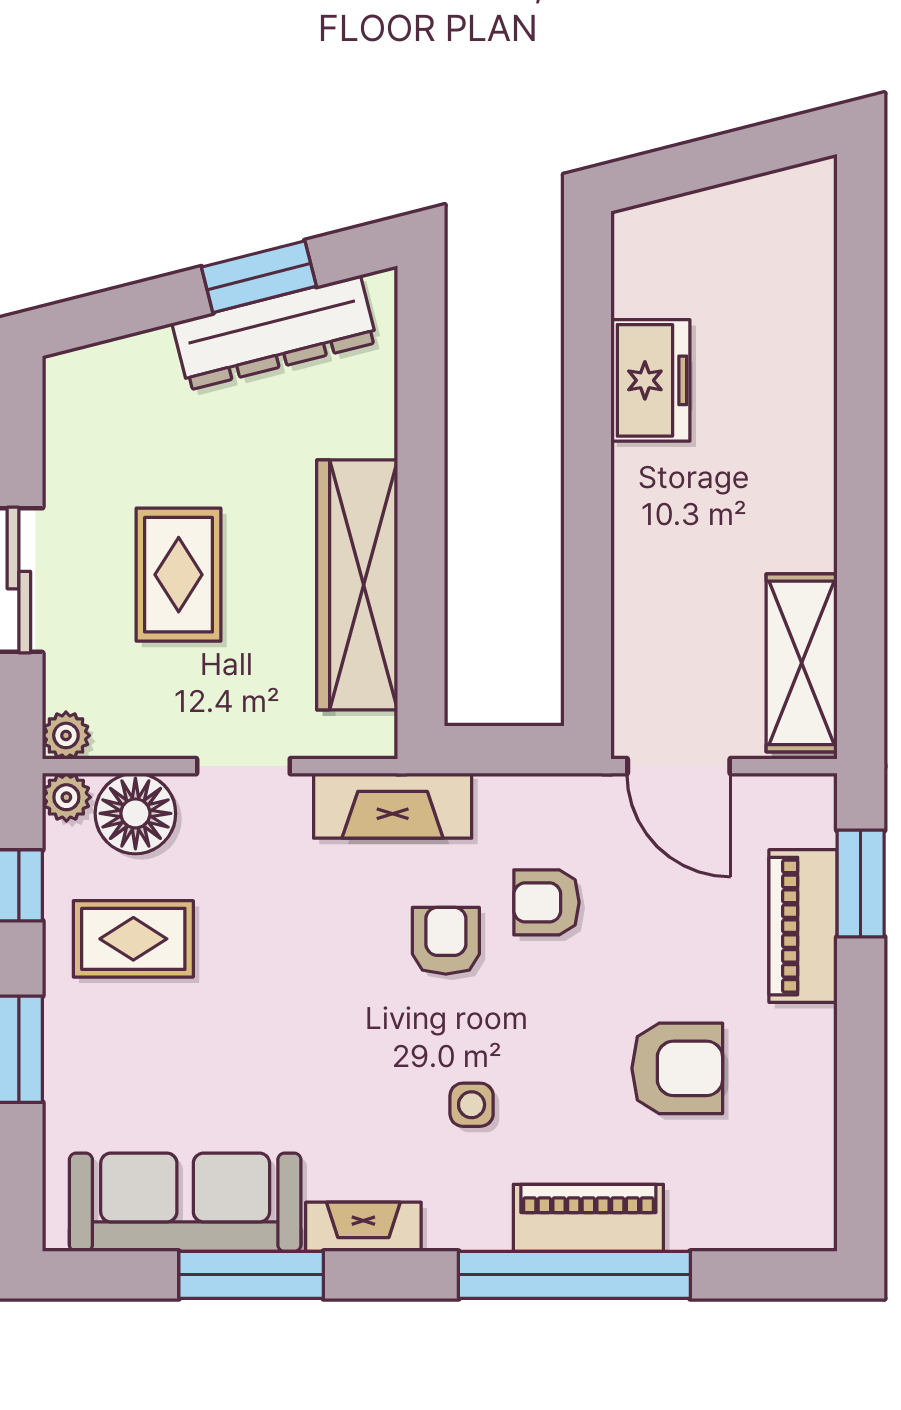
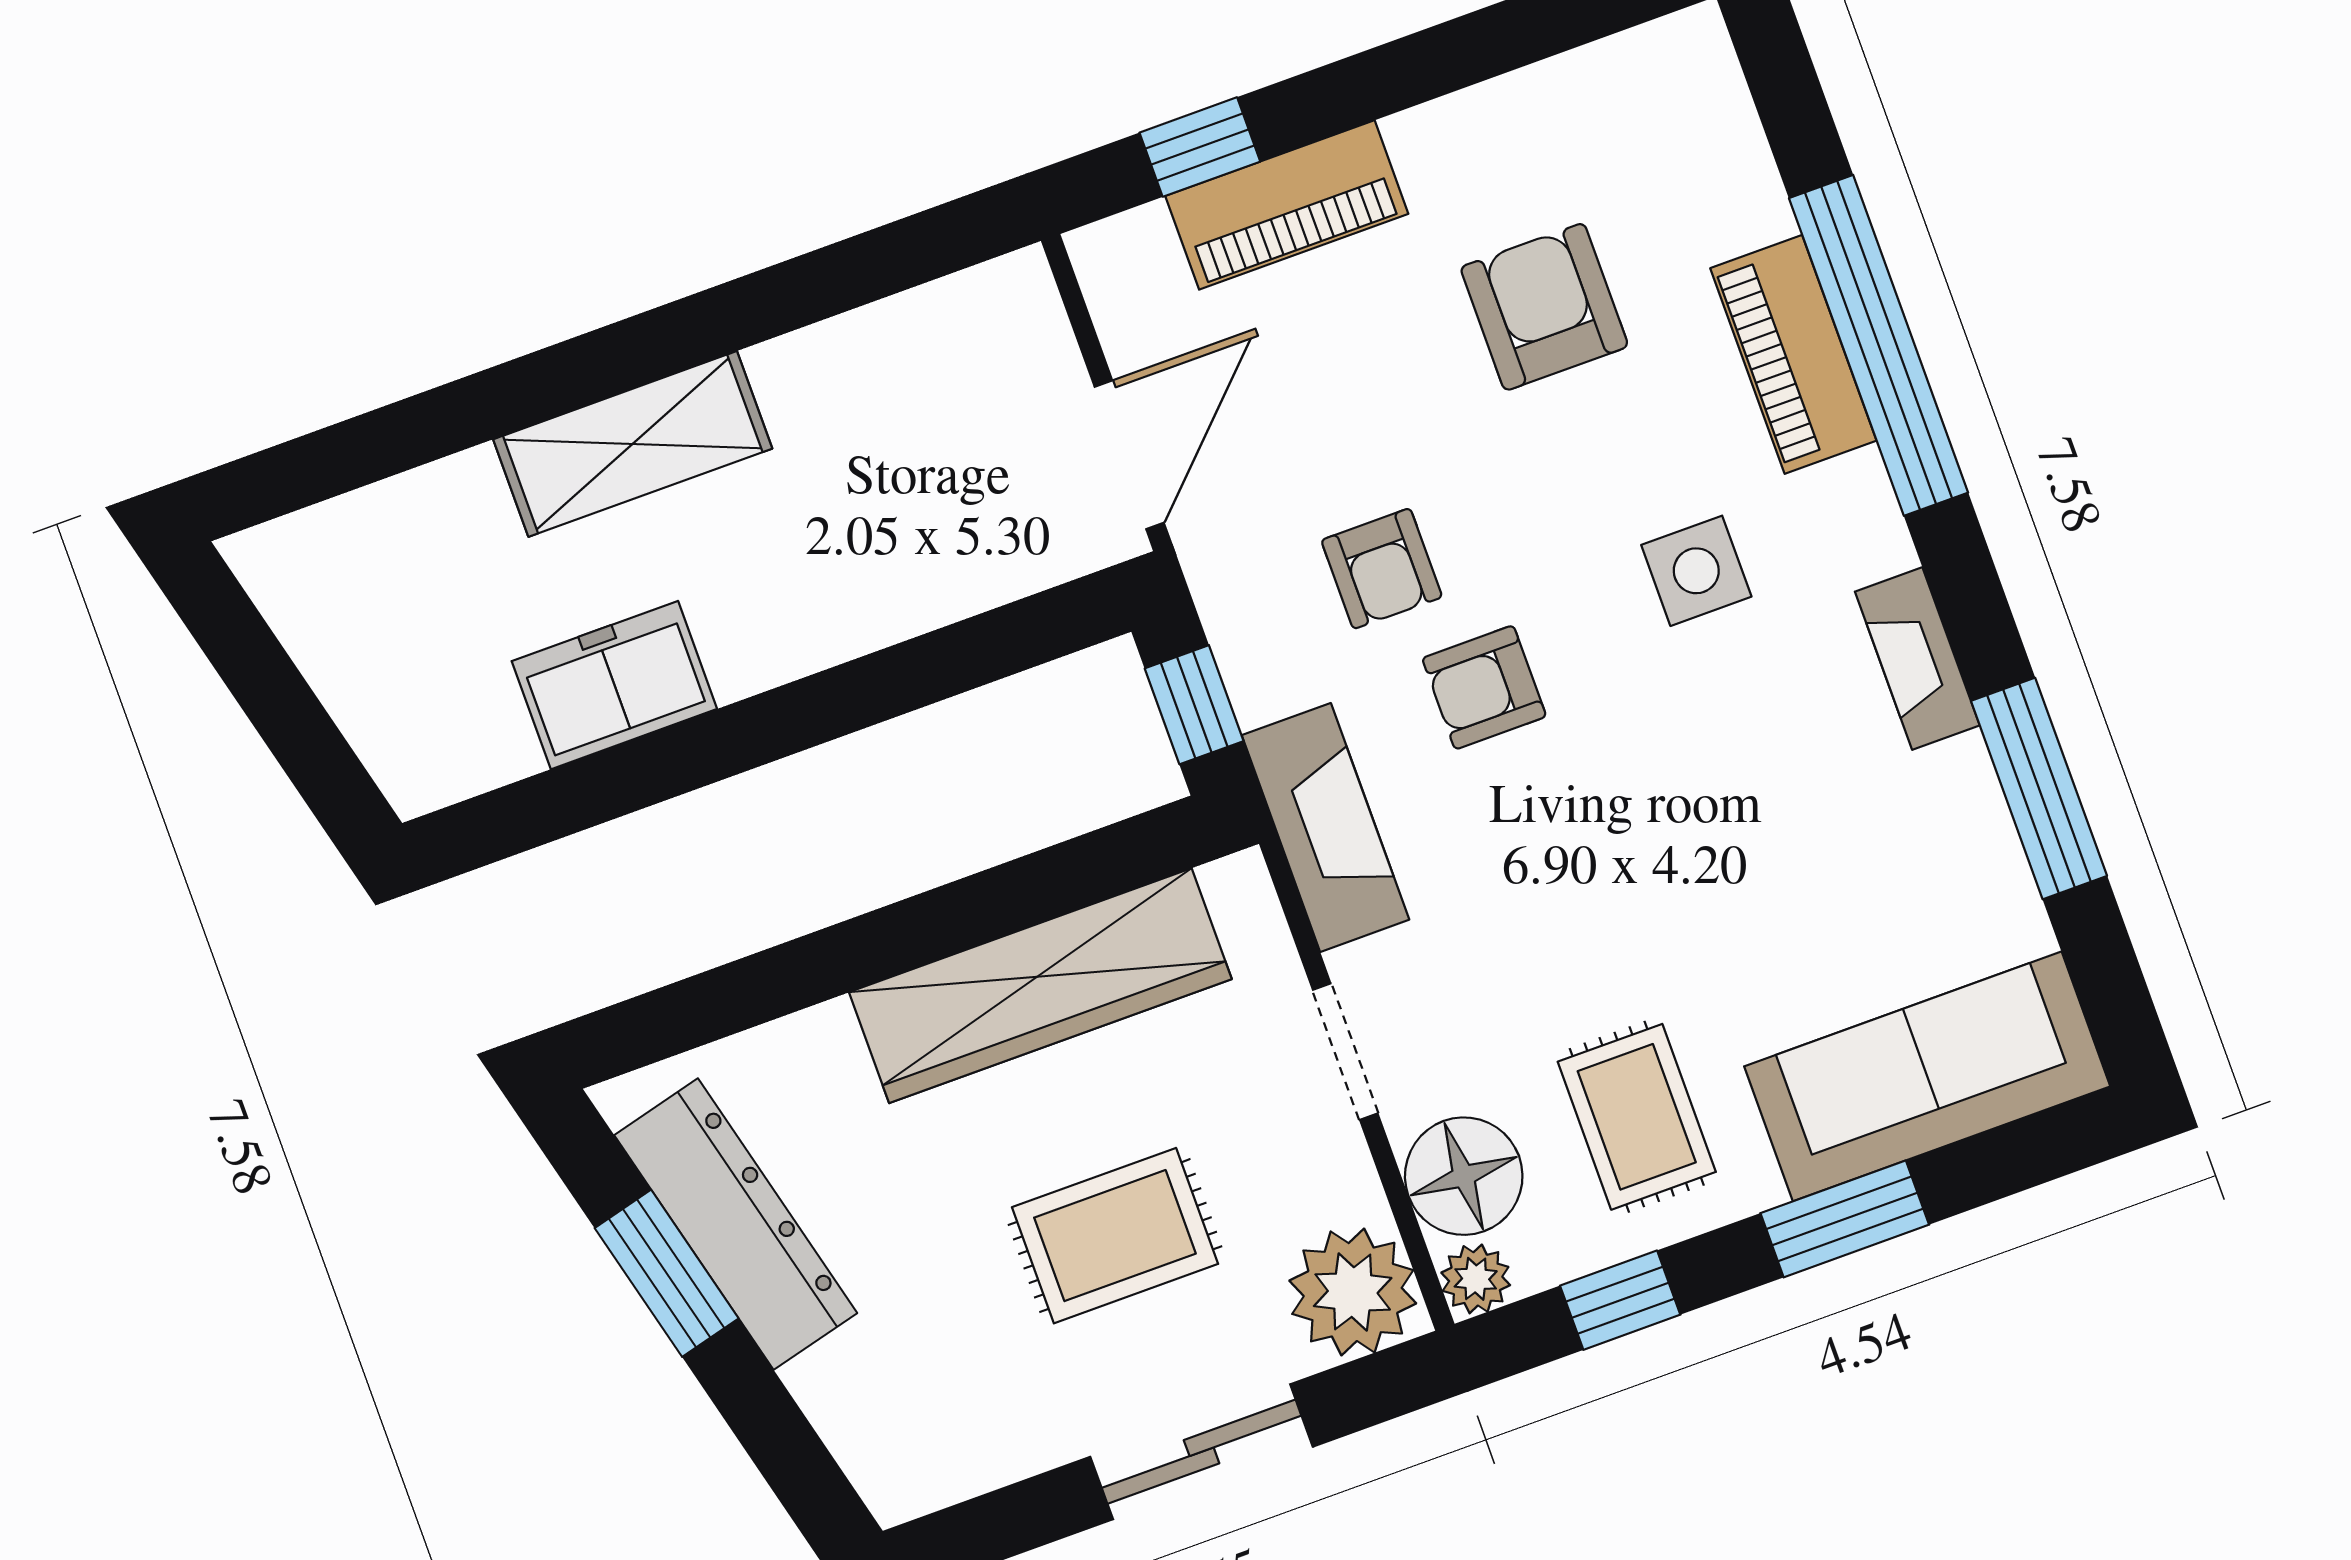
shelving: (802, 663) -> (633, 444), moved
plant: (66, 735) -> (1353, 1292), width x1.88, depth x1.88
window: (502, 750) -> (1194, 705), added
window: (861, 884) -> (1200, 147), width x0.67
side table: (472, 1105) -> (1696, 571), width x1.37, depth x1.37
sofa: (185, 1202) -> (1927, 1076), moved, turned 90

